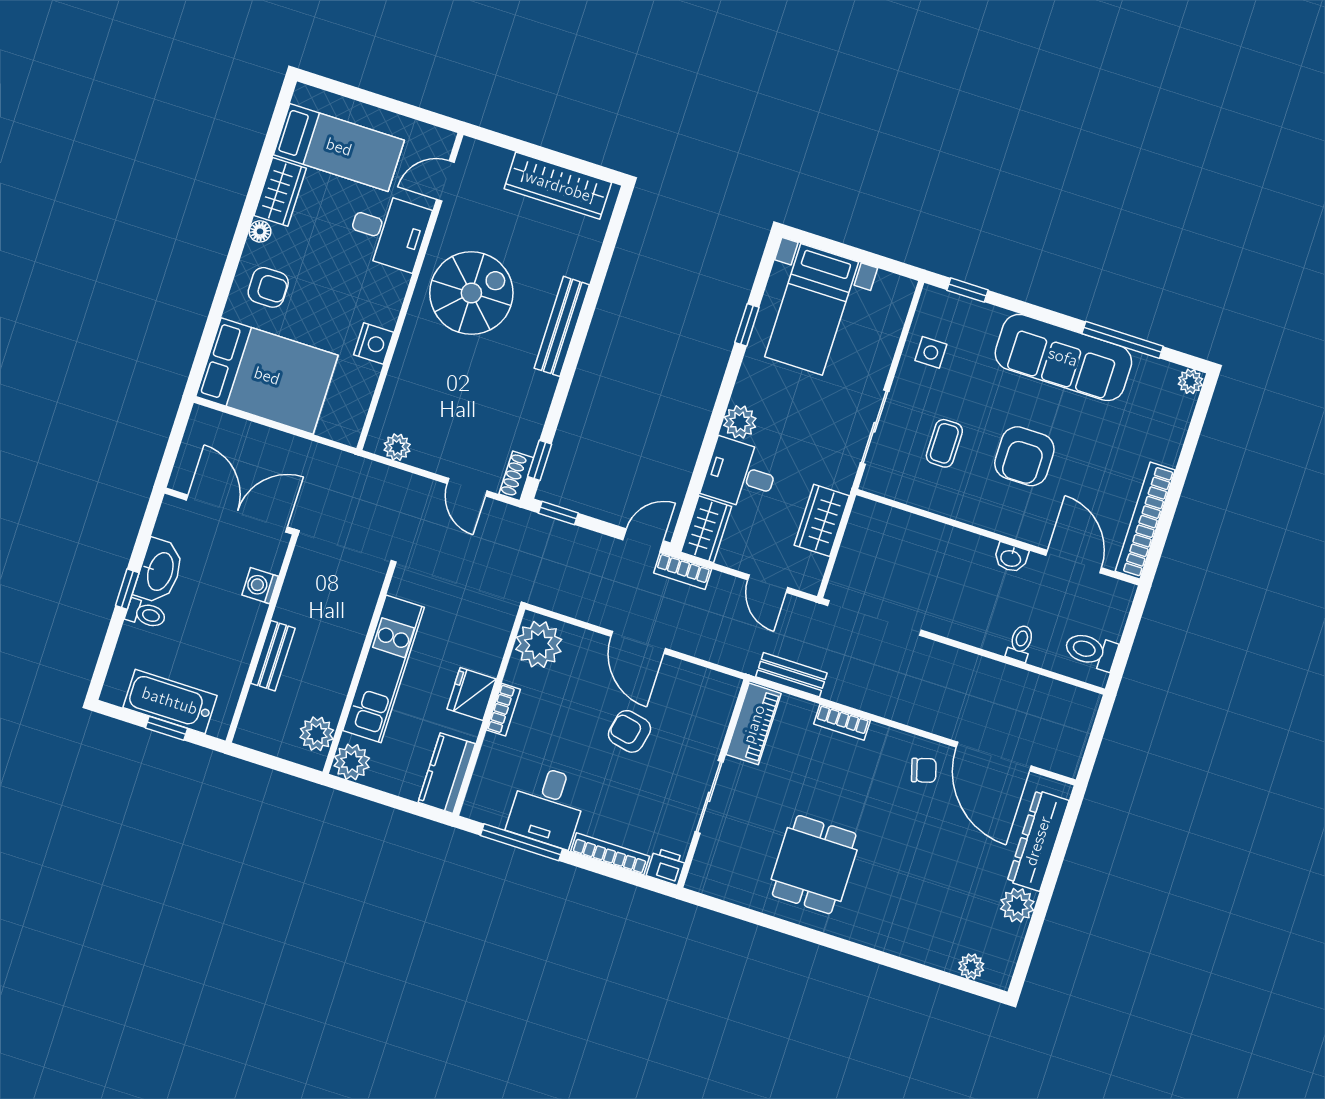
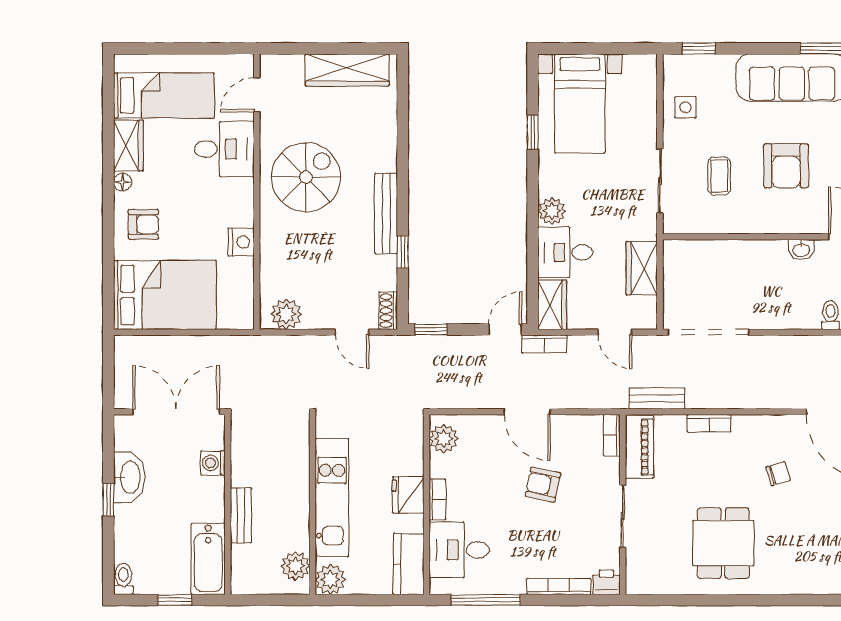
bench: (562, 326) -> (386, 213), moved
plant: (397, 447) -> (286, 314), width x1.38, depth x1.38
window: (540, 460) -> (403, 252), moved
toilet: (146, 614) -> (123, 579), moved, turned -90
plant: (539, 644) -> (444, 439), width x0.73, depth x0.73
bookcase: (726, 700) -> (612, 435), added
bathtub: (170, 701) -> (208, 559), moved, turned -90
chair: (924, 770) -> (778, 474), moved
desk: (547, 806) -> (459, 550), moved, turned 90

